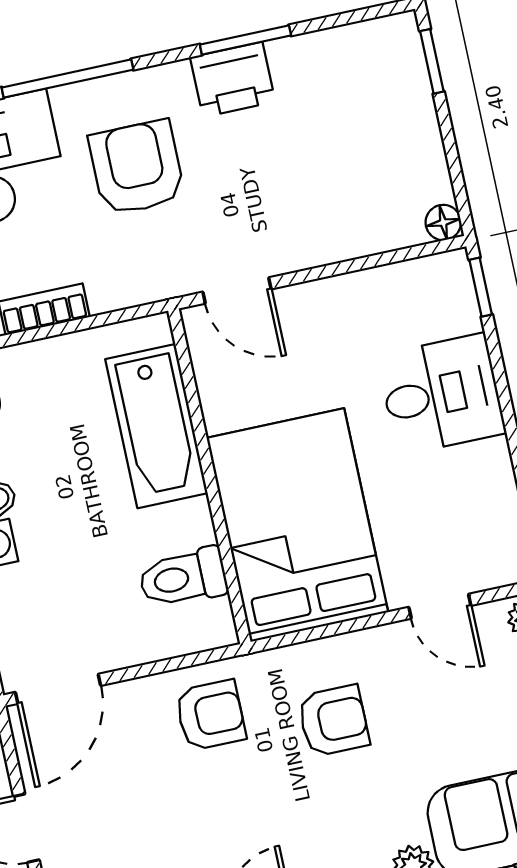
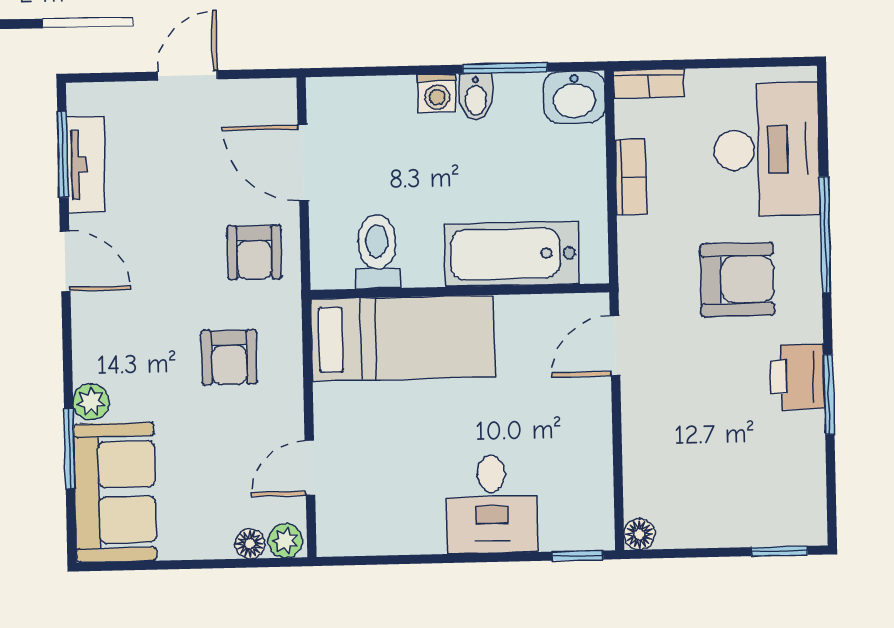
bed: (297, 525) -> (403, 338), width x0.67
door: (58, 689) -> (303, 163), moved

